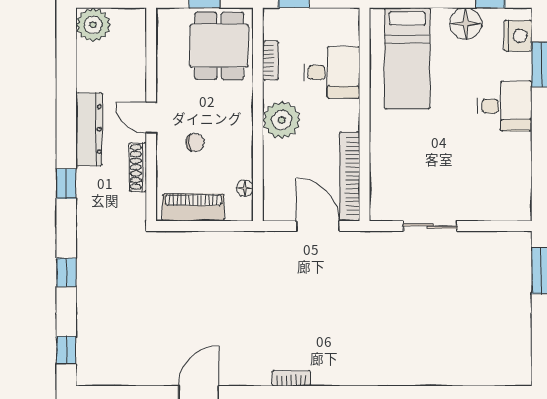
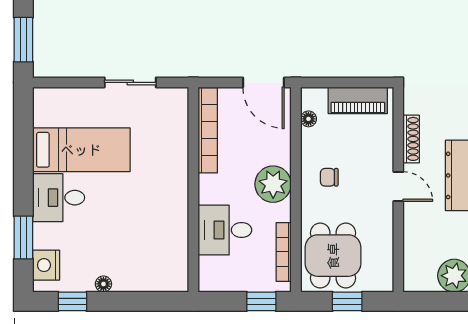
floor lamp: (466, 24) -> (103, 284), width x0.53, depth x0.53
bed: (407, 58) -> (81, 150), moved, turned 90
bookcase: (271, 60) -> (284, 252), width x1.56
chair: (195, 143) -> (329, 177), moved
door: (318, 226) -> (264, 82), moved

